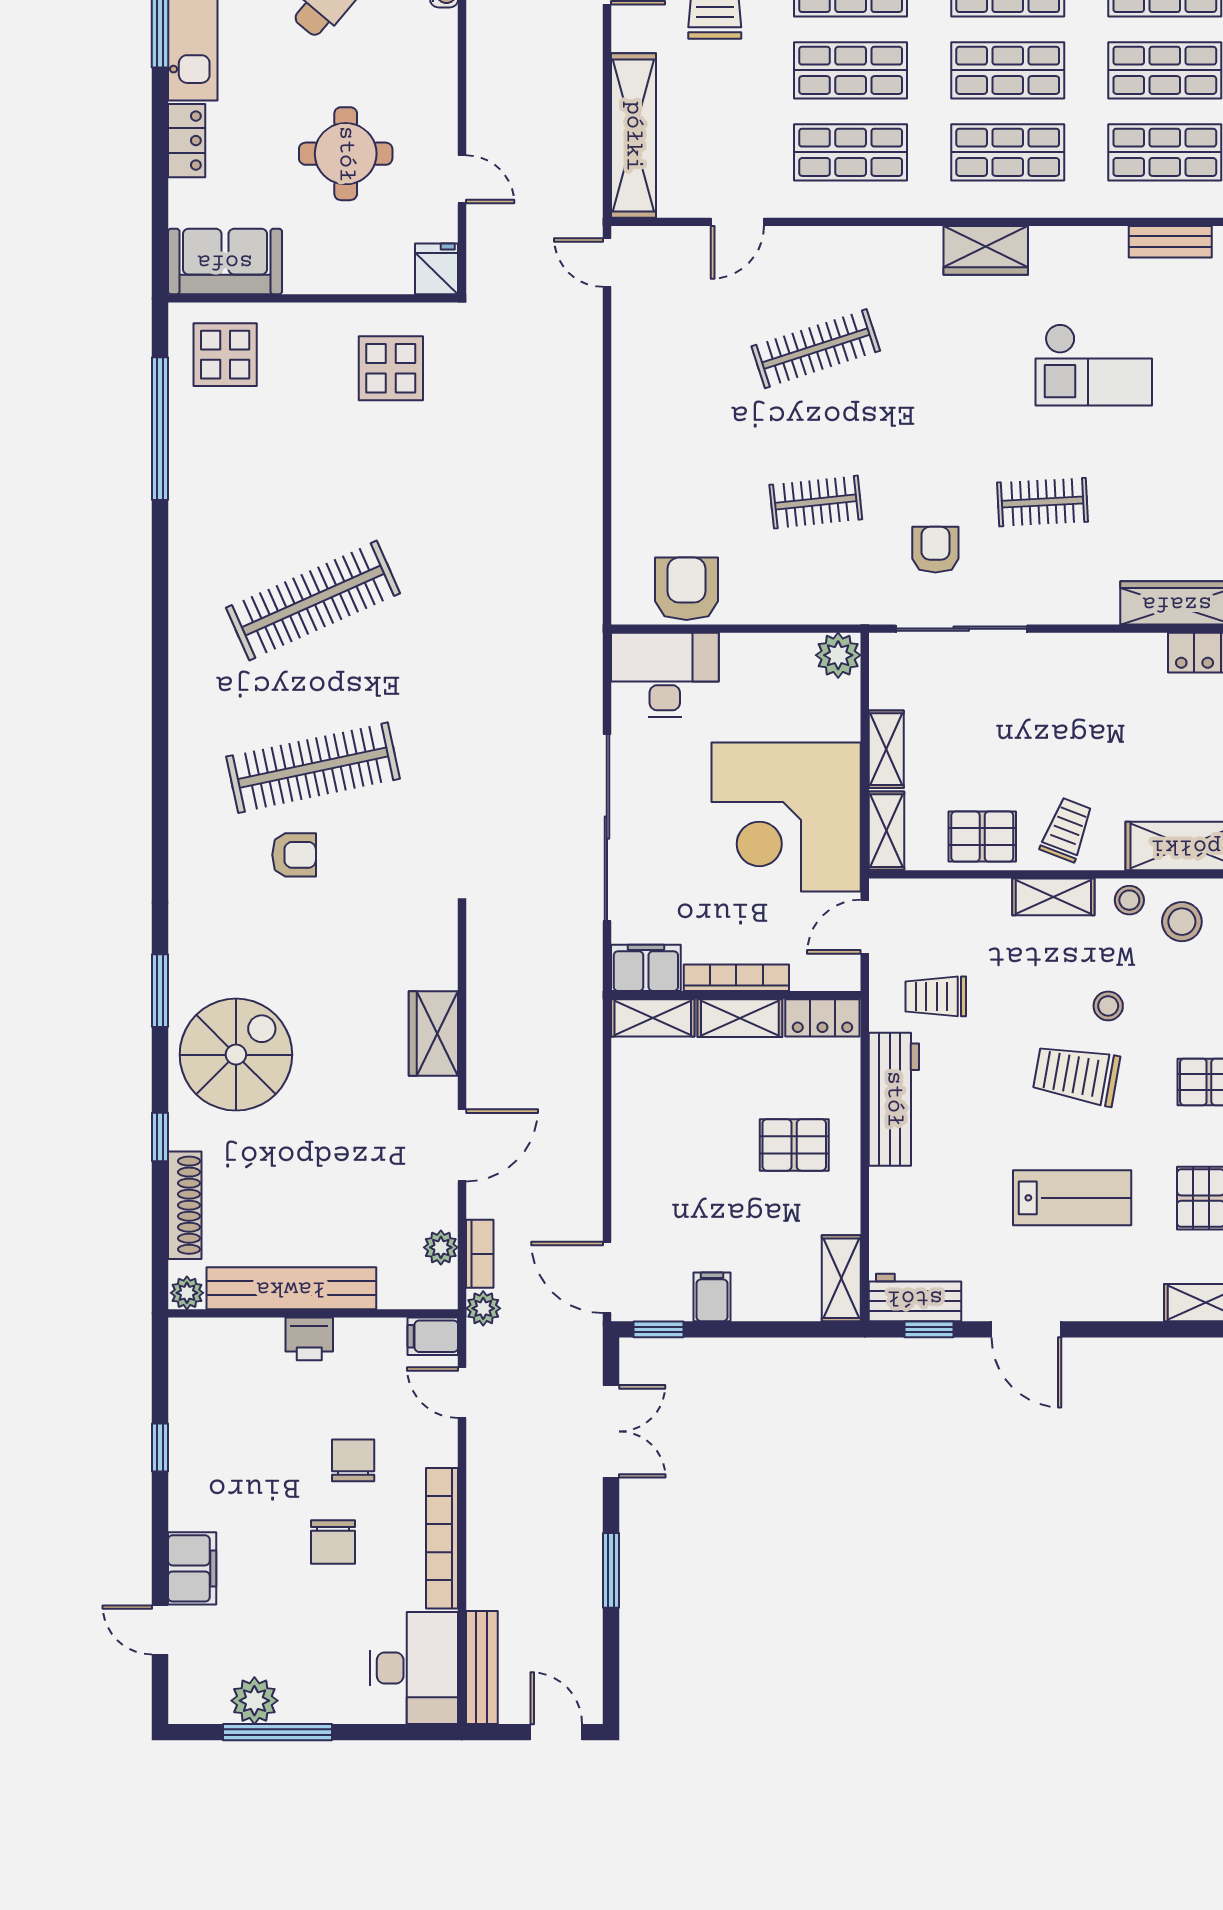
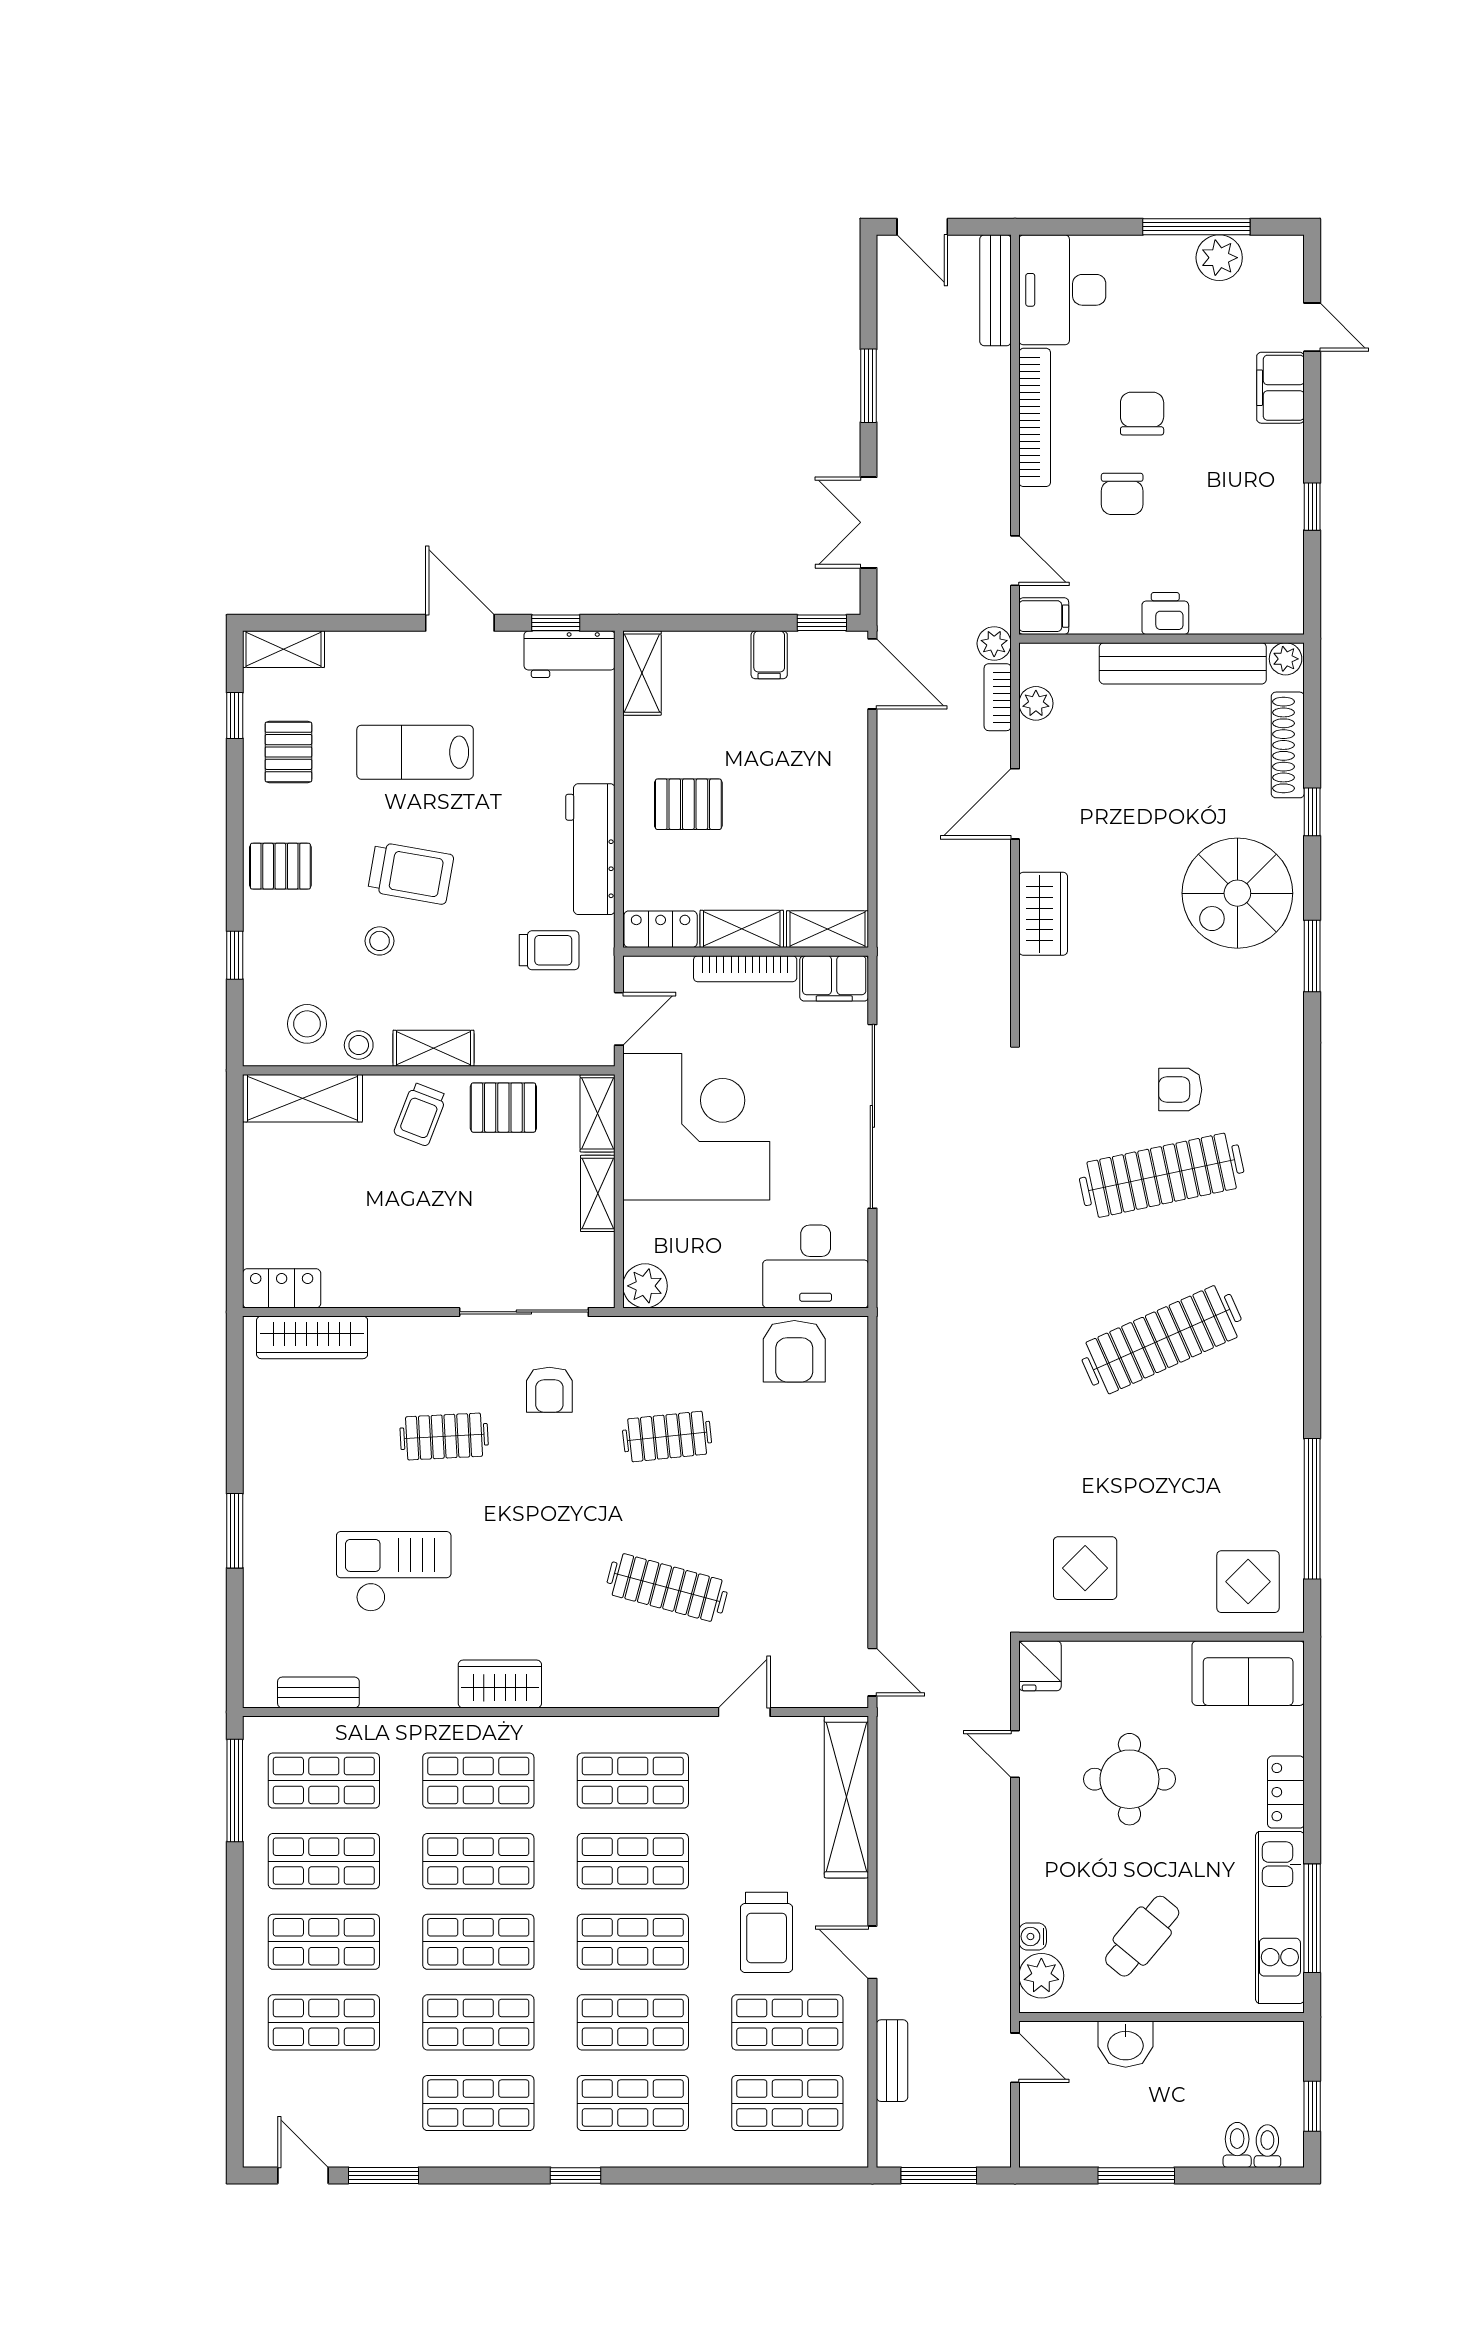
clothes rail: (816, 349) -> (667, 1588), turned 33

